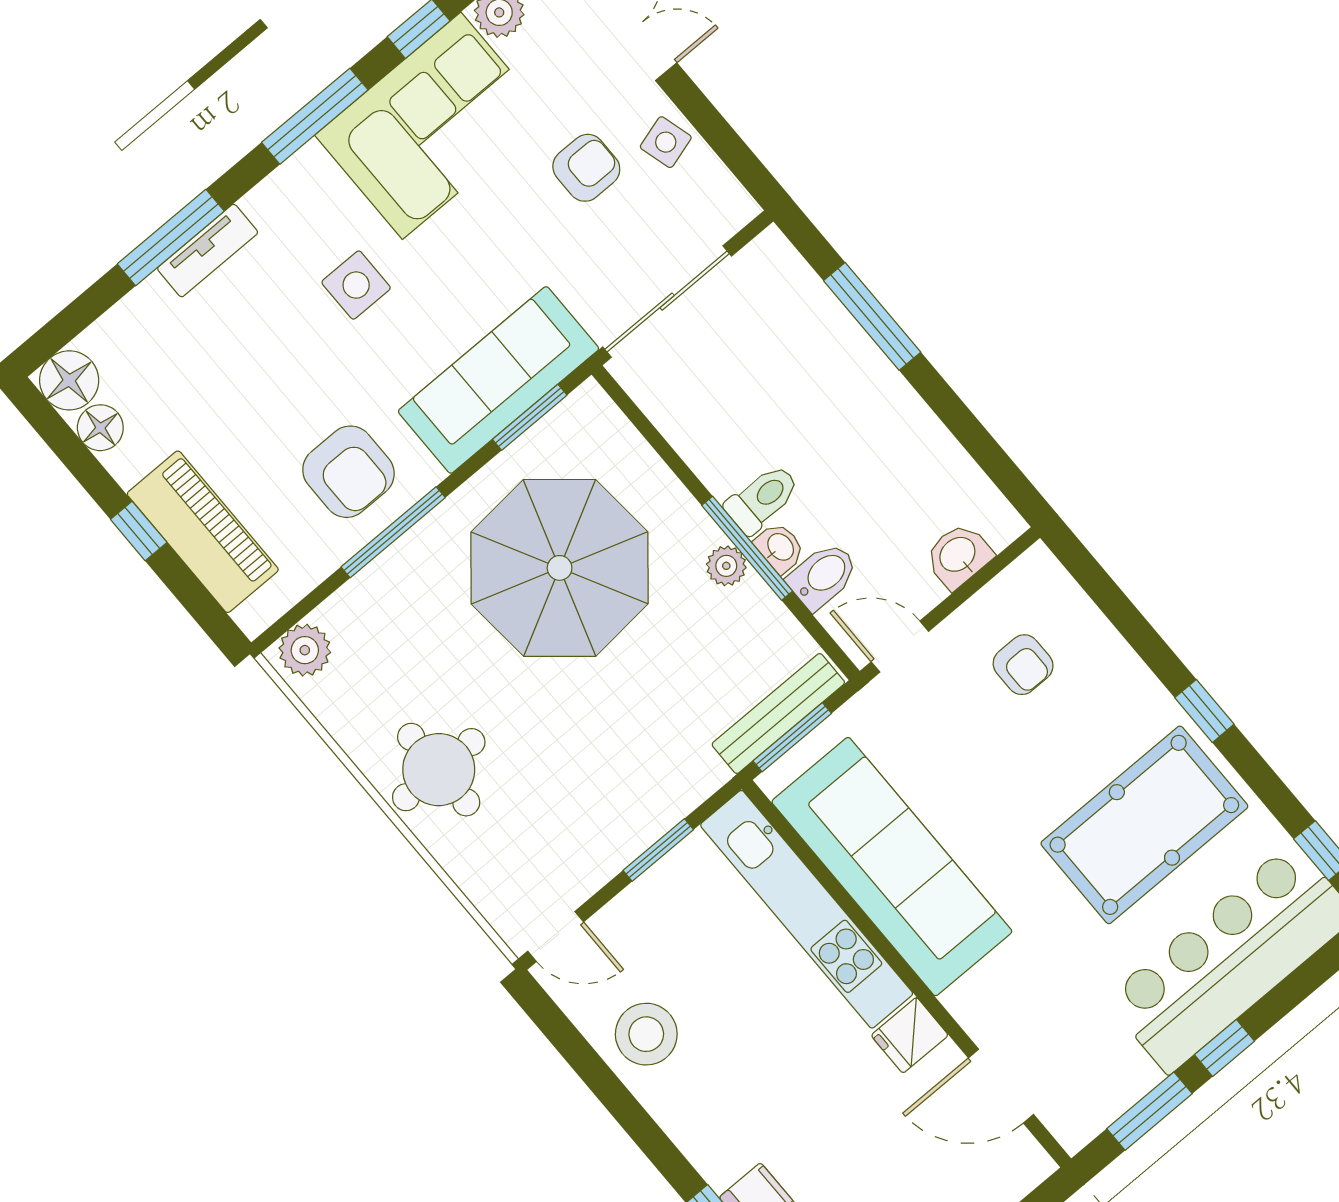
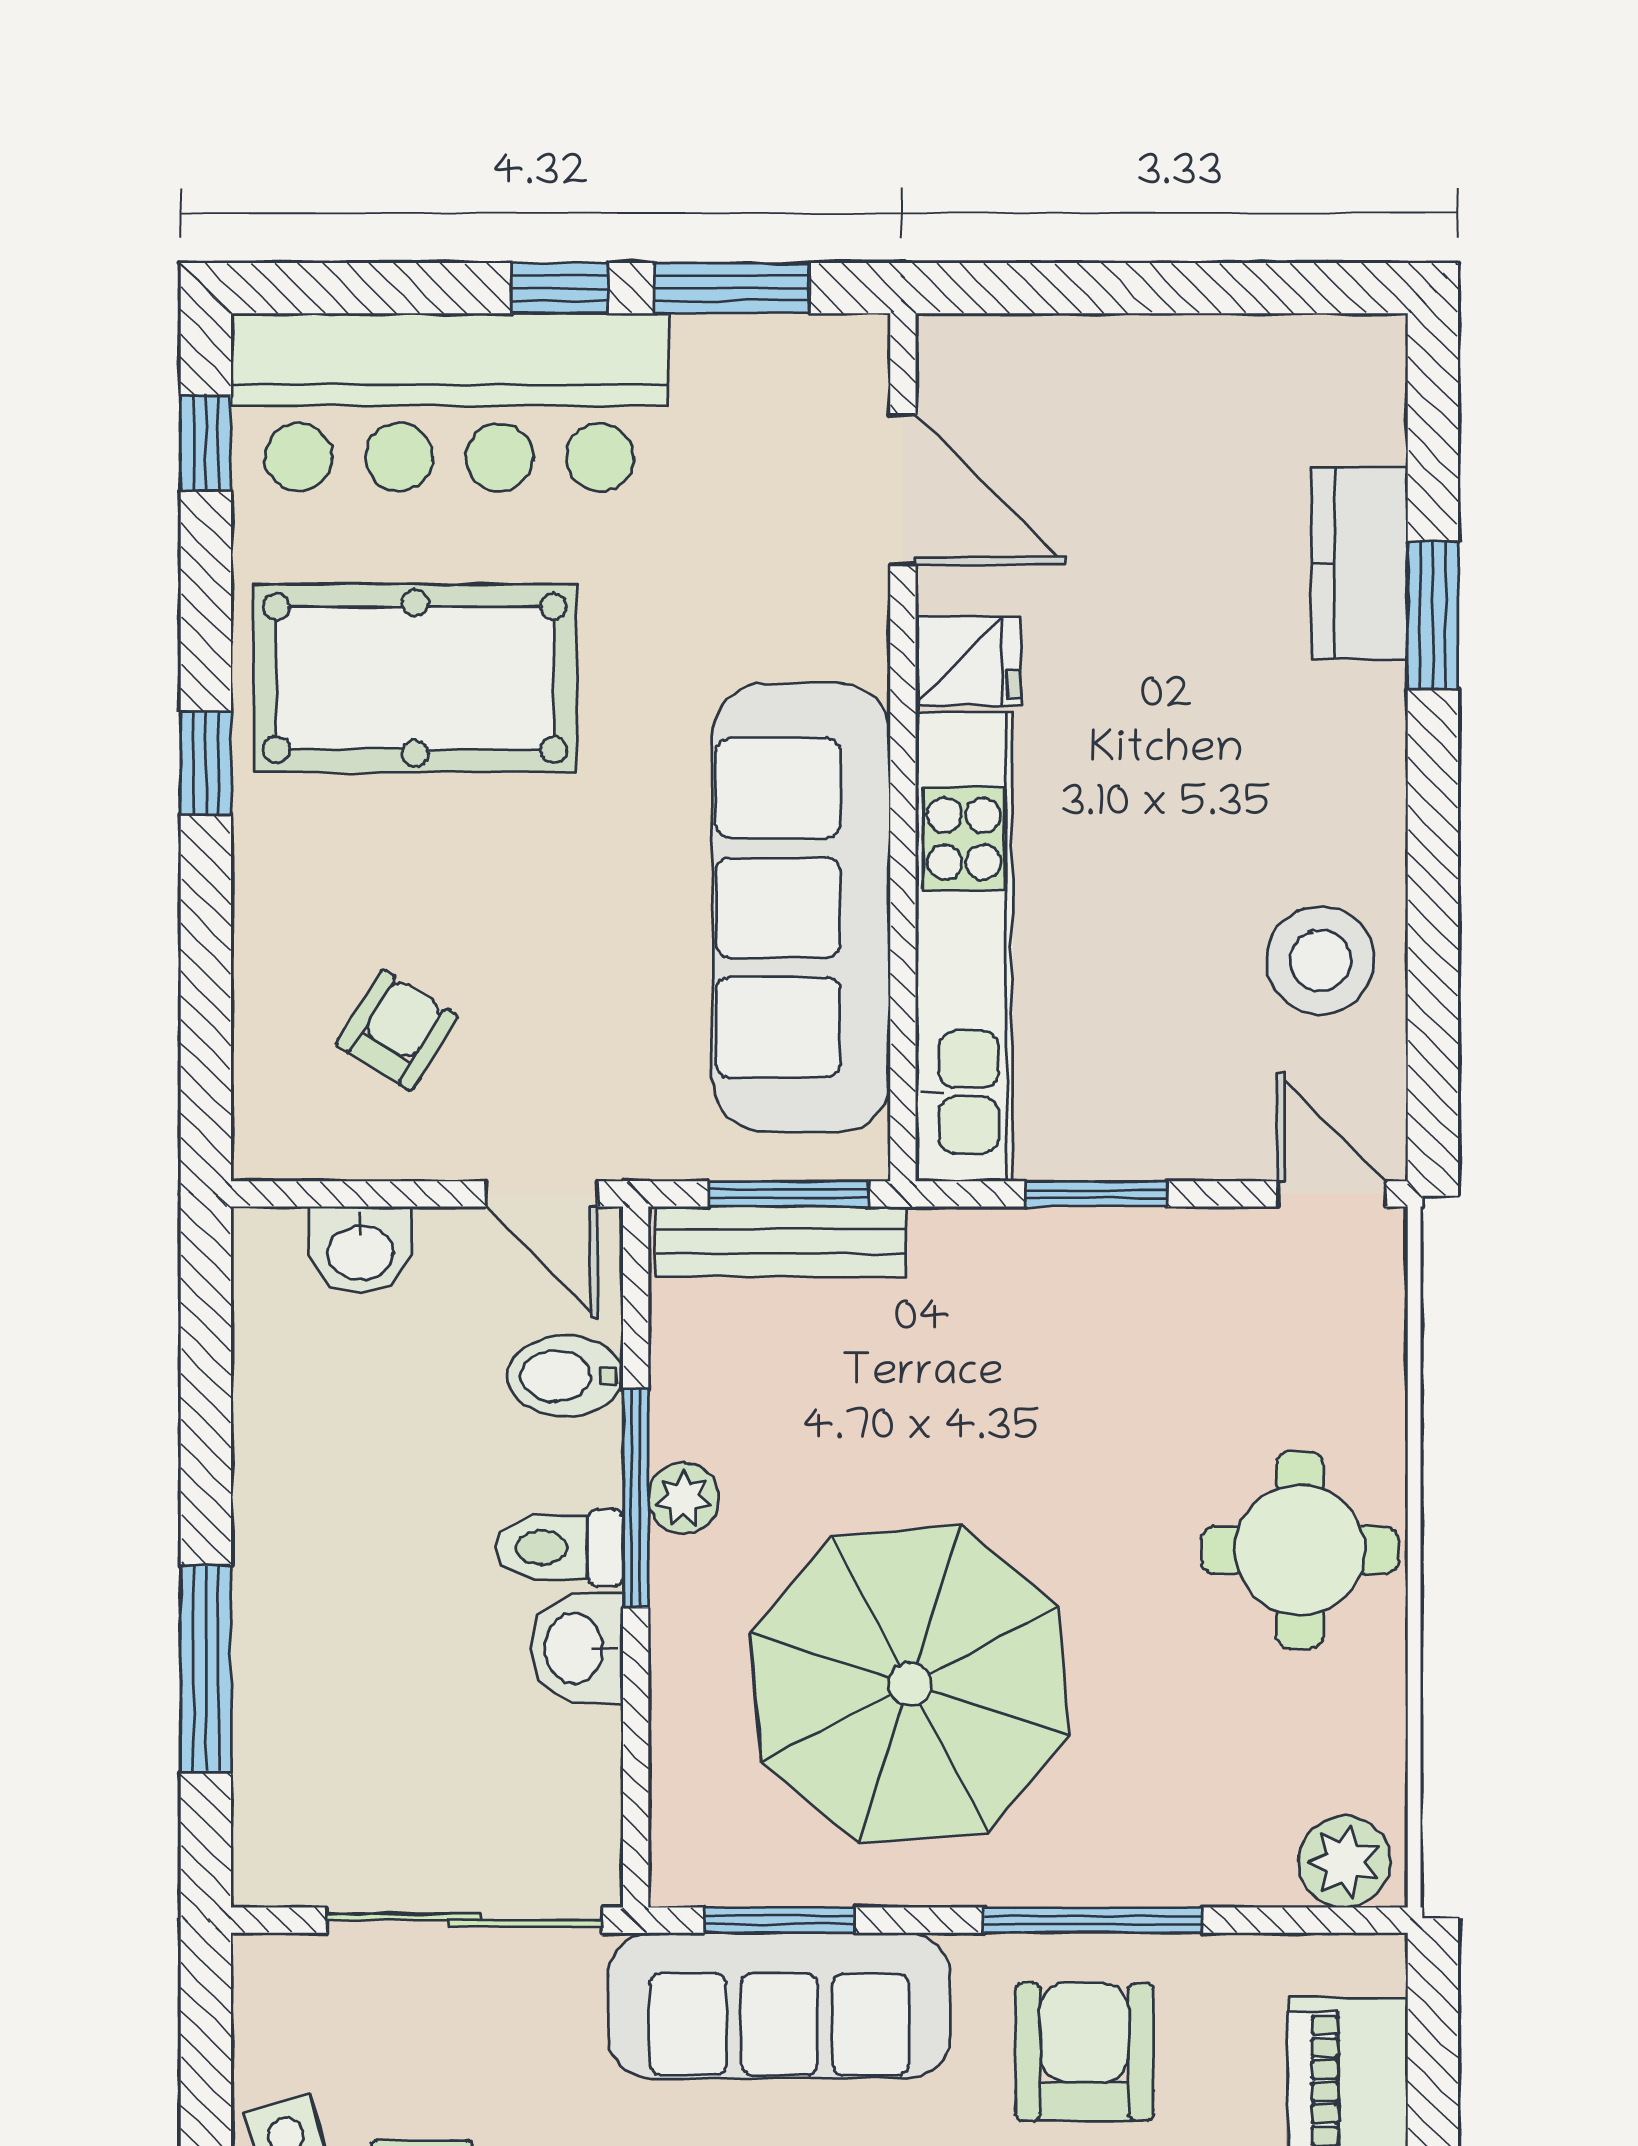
washbasin: (780, 548) -> (577, 1648), moved, width x1.38, depth x1.45
armchair: (1023, 665) -> (397, 1030), turned 32

